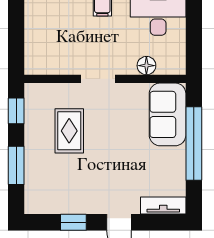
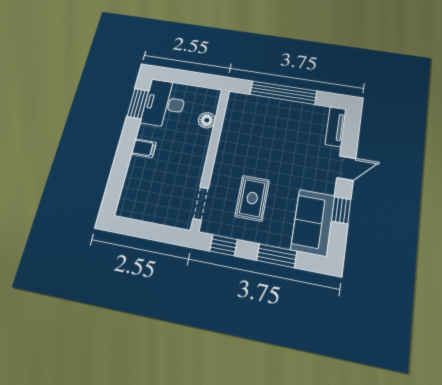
doorway: (98, 79) -> (201, 204), moved
sofa: (168, 114) -> (313, 222), moved, turned 90
rug: (69, 131) -> (252, 198), turned 90

